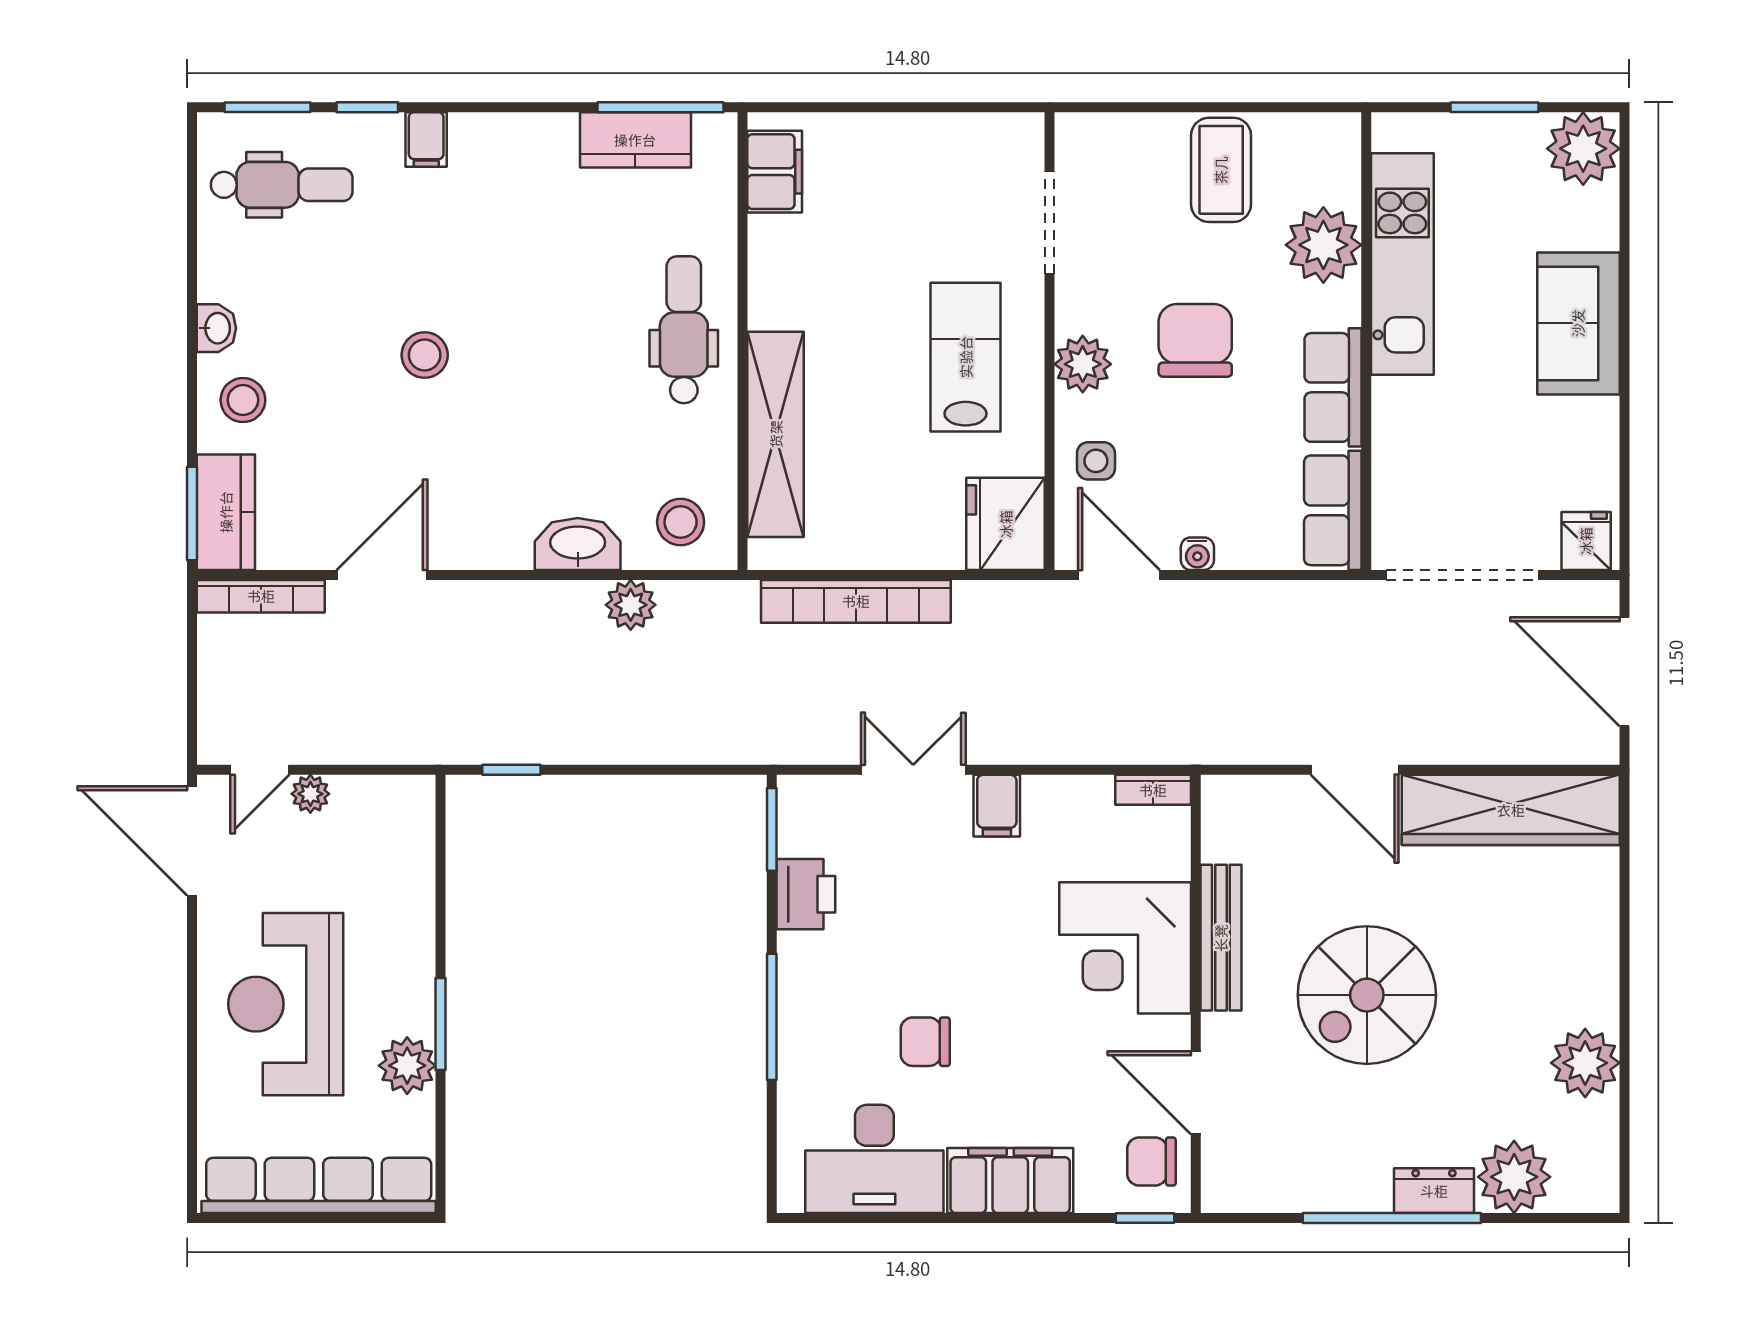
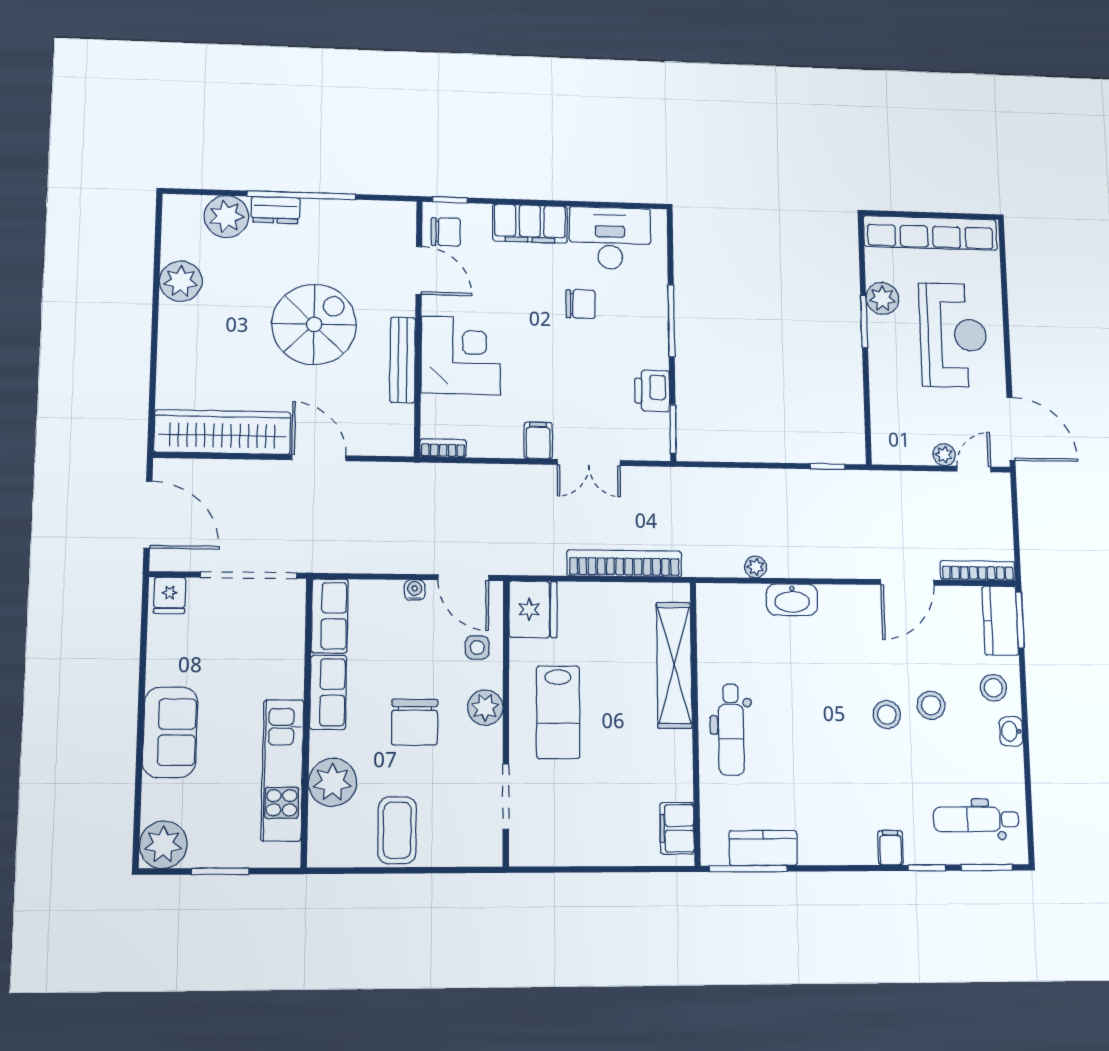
stool: (681, 522) -> (931, 705), moved
plant: (631, 605) -> (756, 567), width x0.73, depth x0.73

